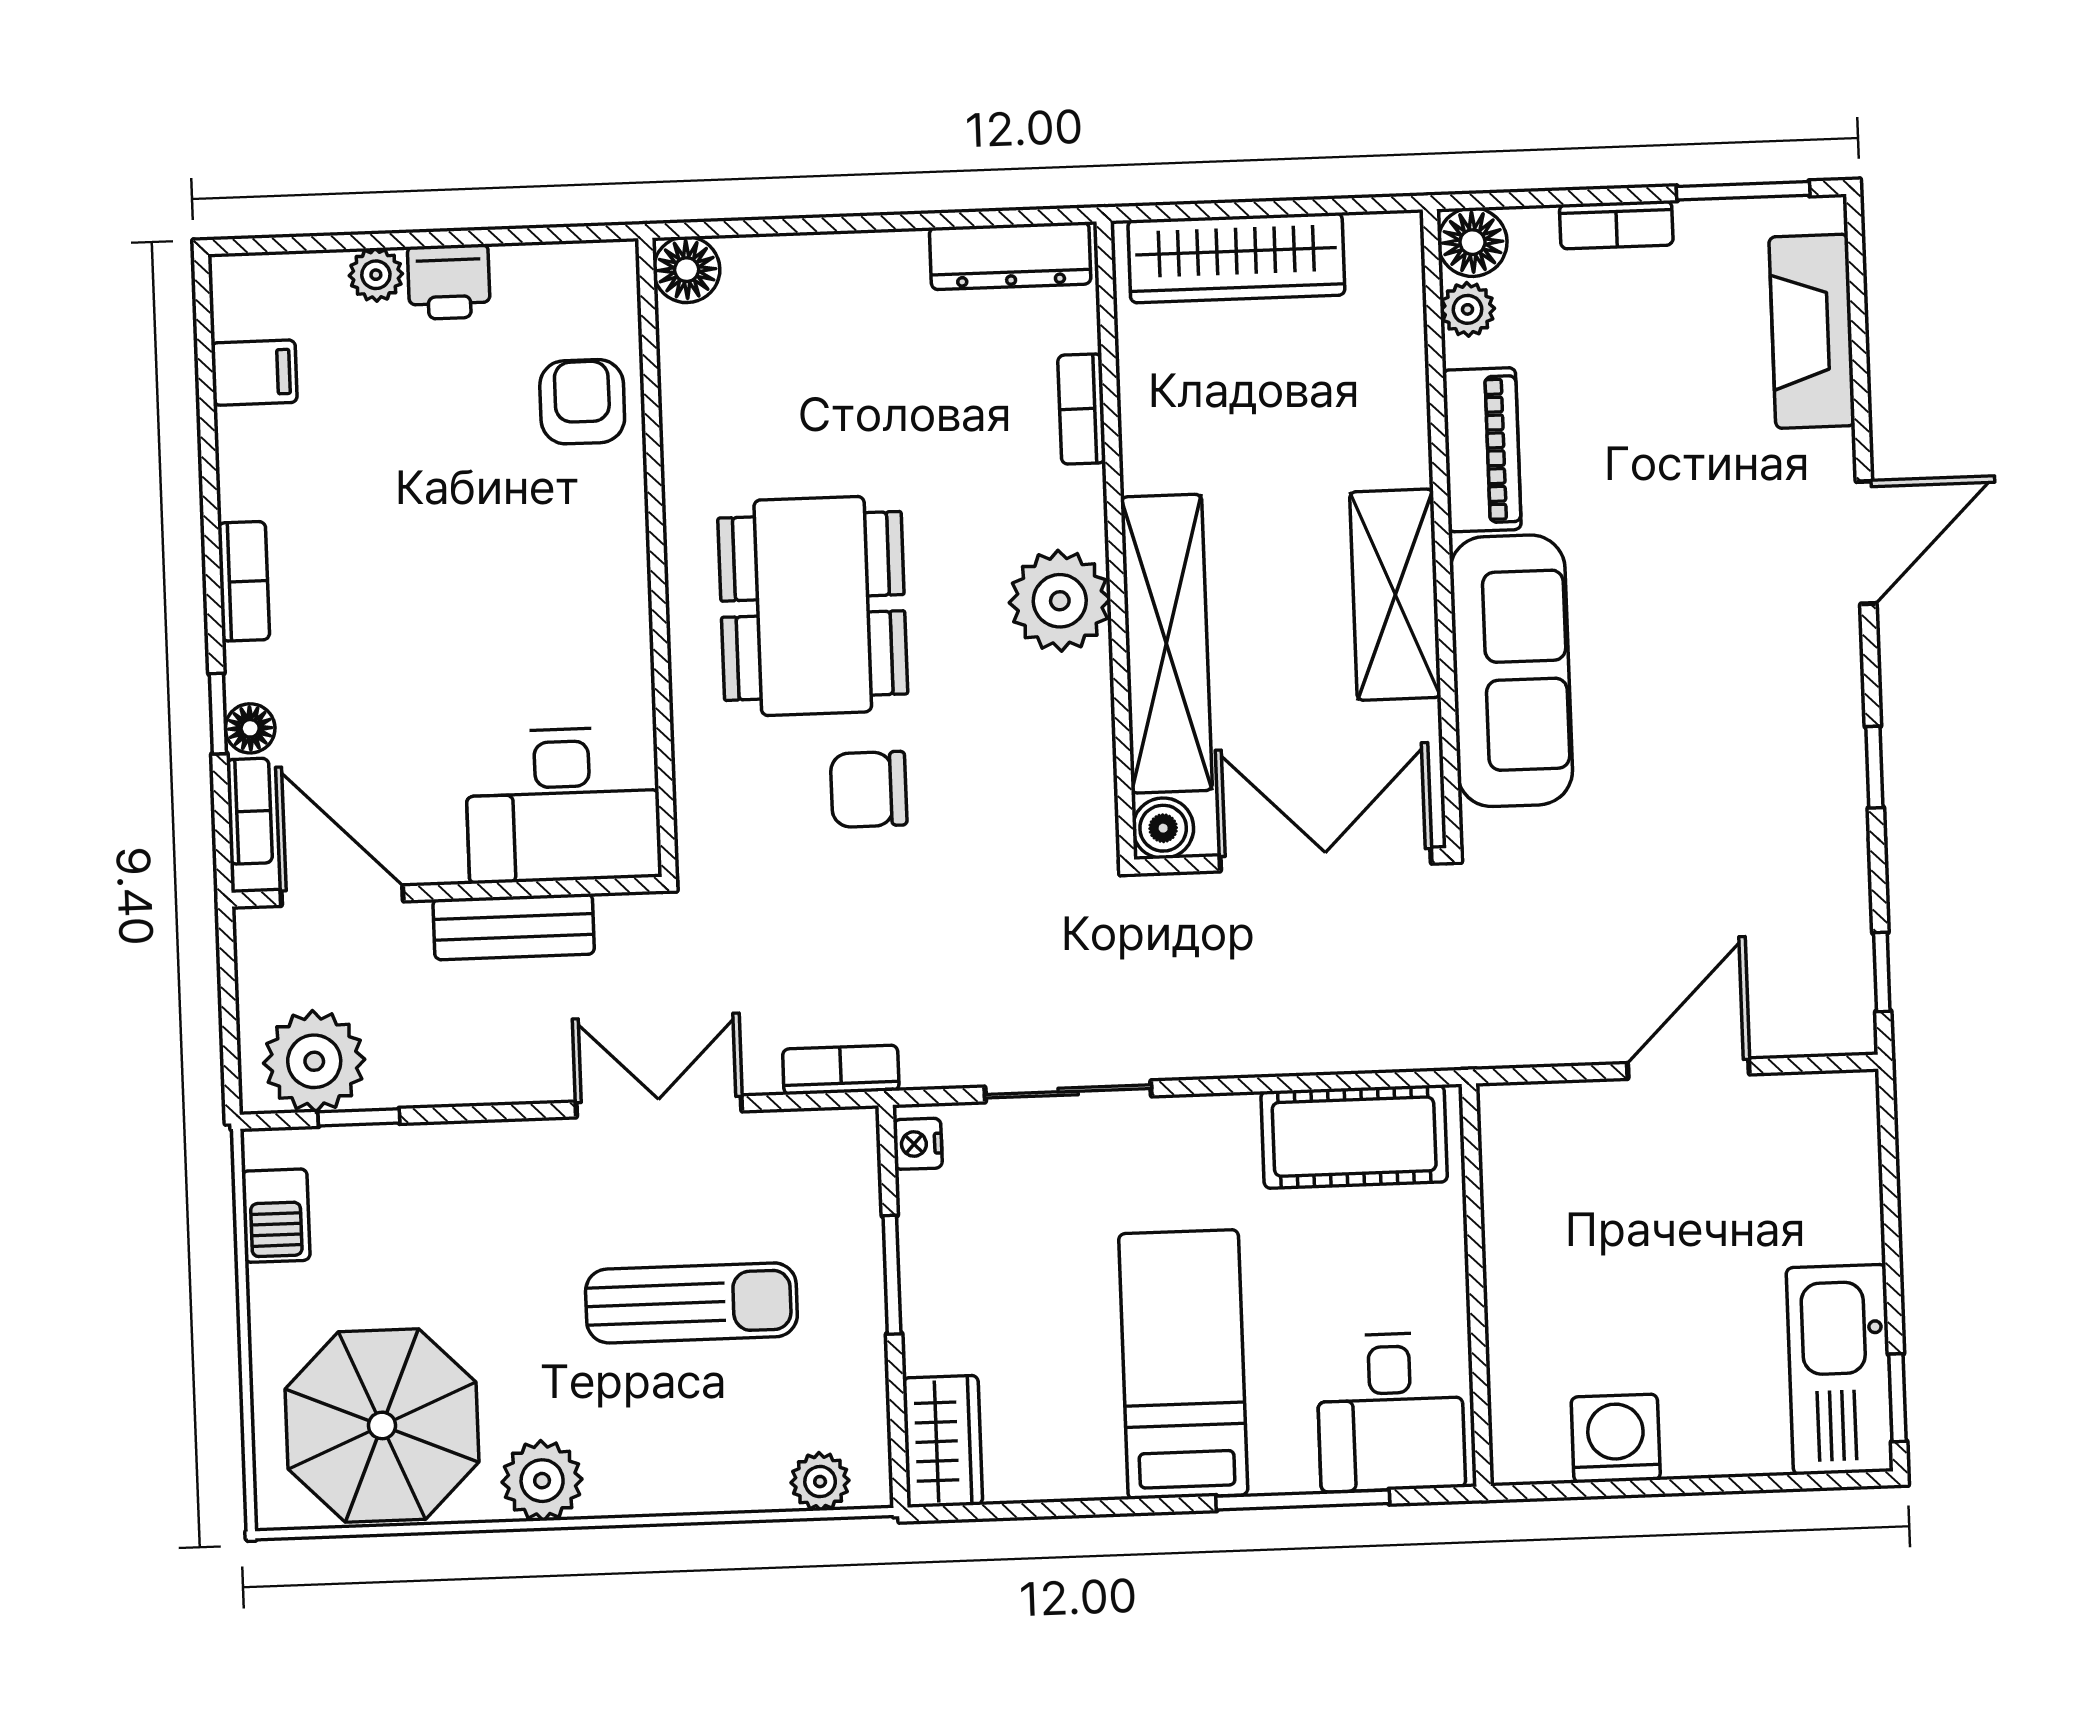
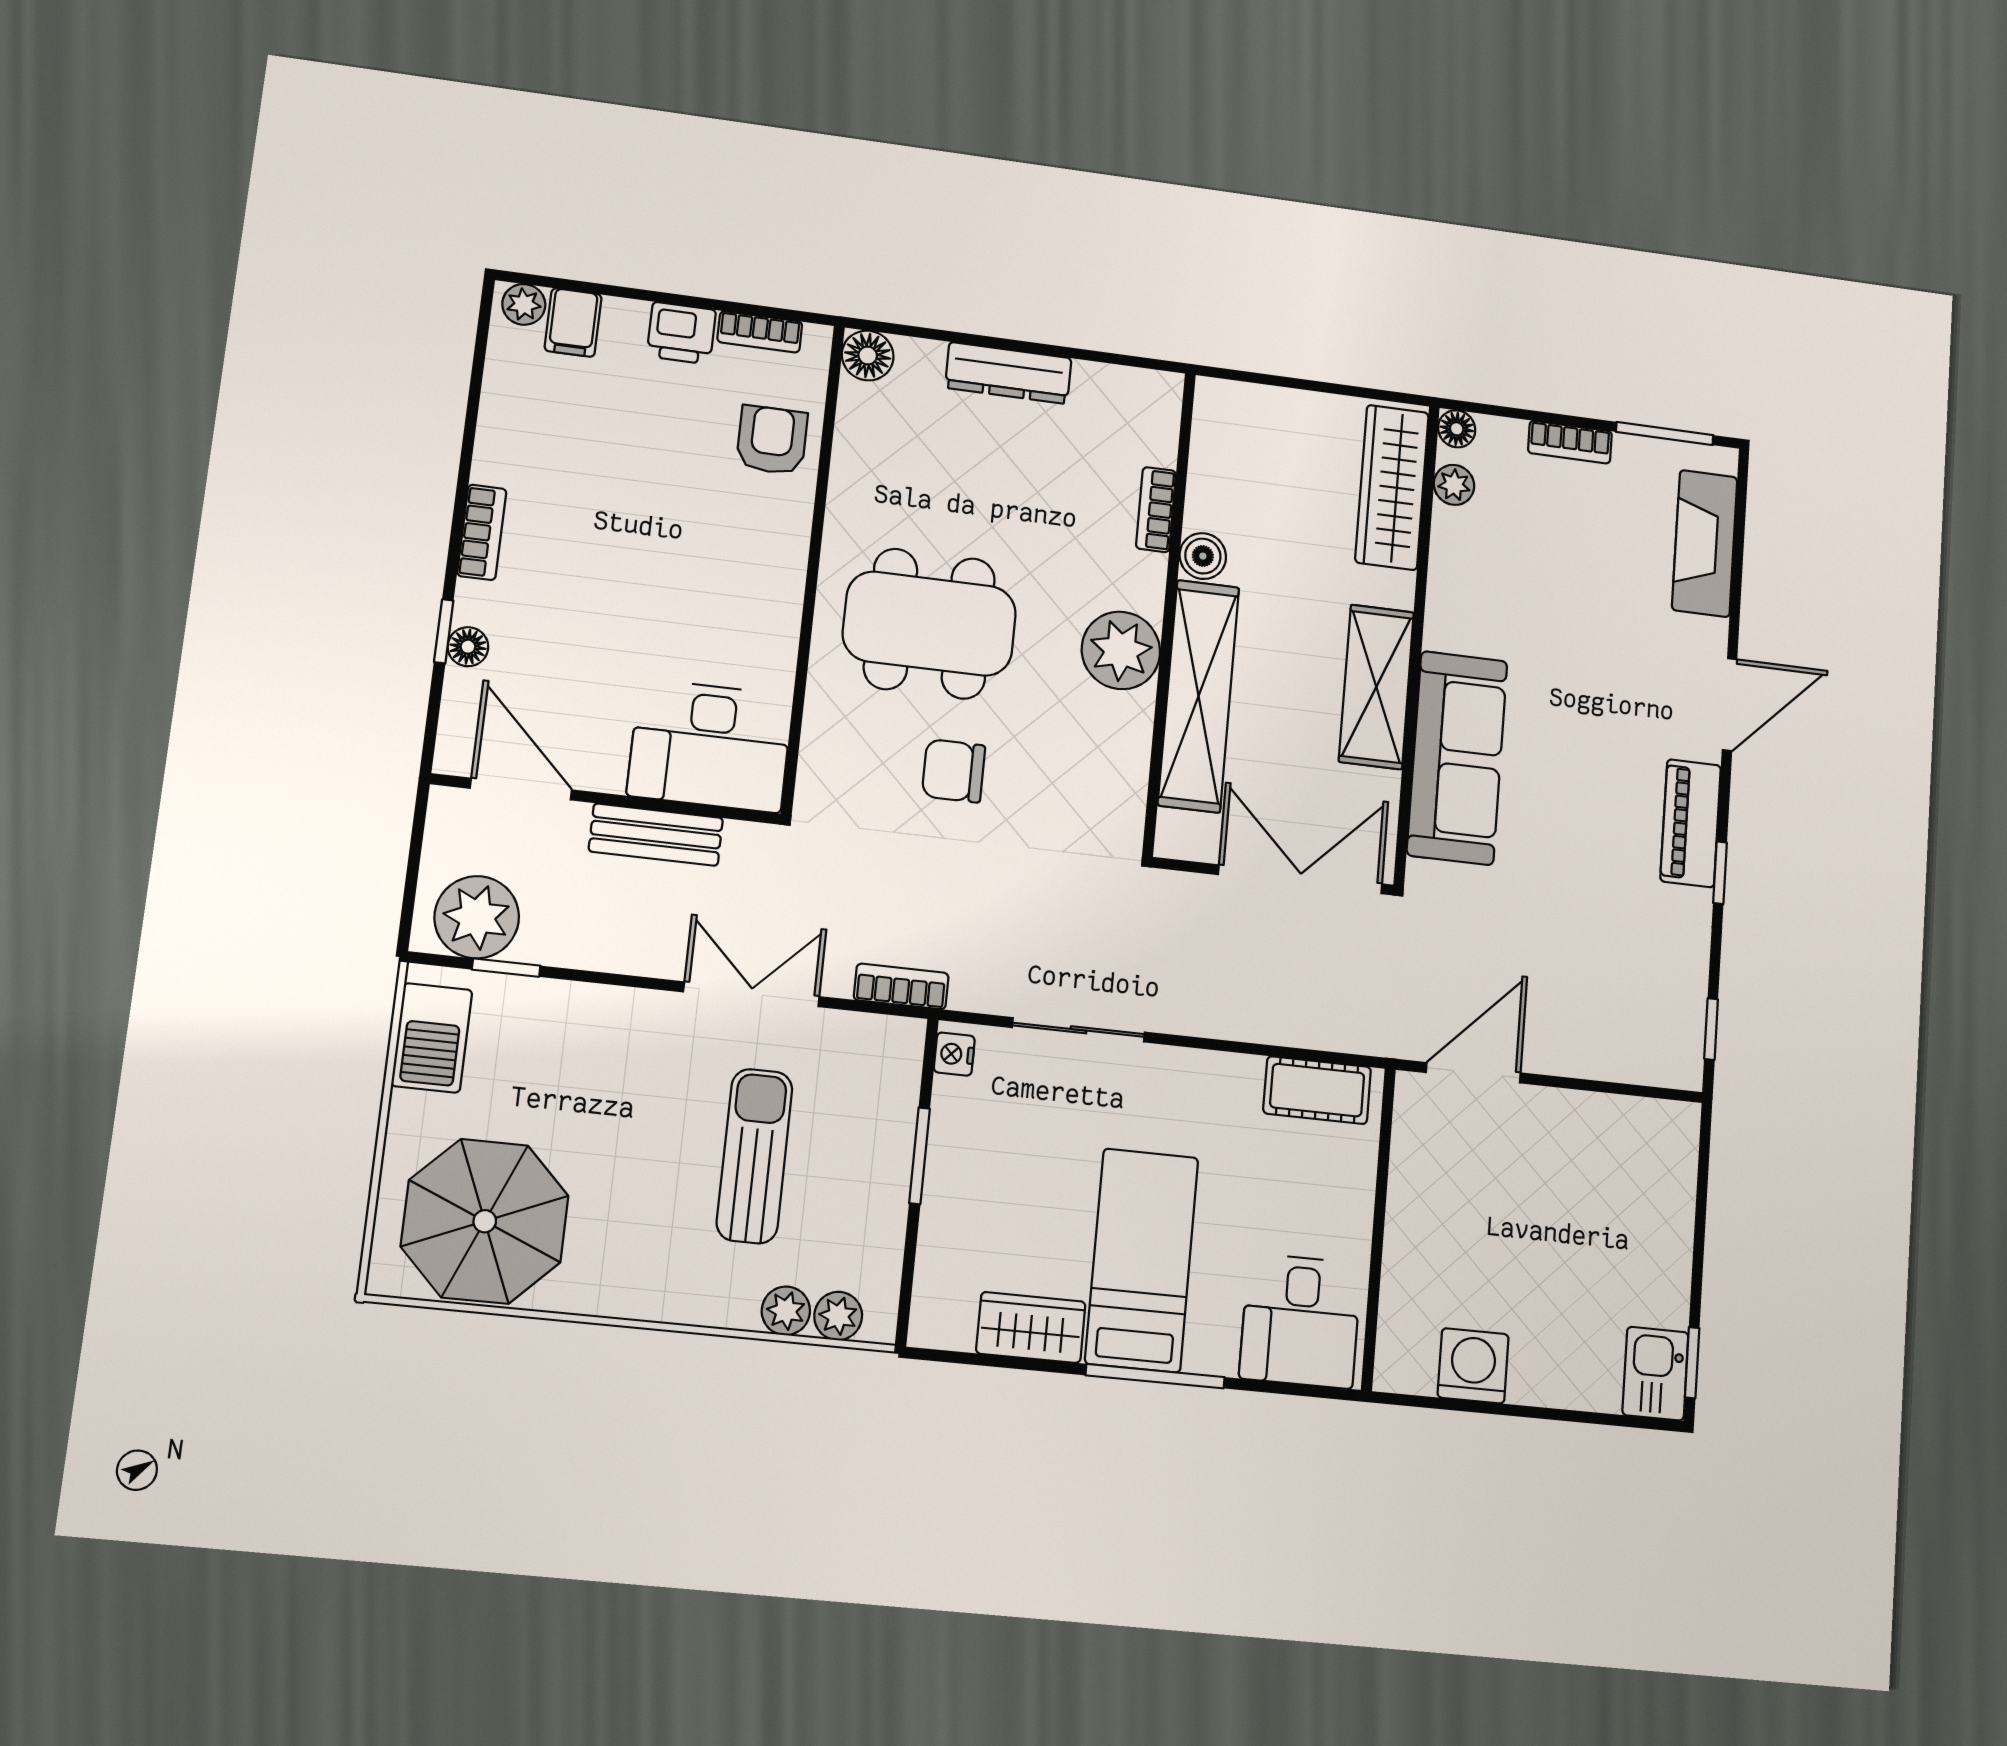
floor lamp: (1472, 242) -> (1457, 429), width x0.73, depth x0.73
dresser: (1010, 256) -> (1008, 373), moved
wardrobe: (1236, 258) -> (1392, 487), moved, turned 90
plant: (376, 275) -> (524, 304), moved
filing cabinet: (254, 373) -> (573, 323), moved, turned 90
piano: (1482, 450) -> (1691, 823), moved, turned 180
dining table: (813, 606) -> (929, 624), turned 90
bookcase: (249, 811) -> (760, 332), moved, turned 90
boiler: (1163, 828) -> (1203, 556), moved
door: (1688, 1069) -> (1473, 1073), moved
cot: (1354, 1137) -> (1317, 1090), width x0.73, depth x0.75
barbecue: (276, 1216) -> (432, 1038), width x1.38, depth x1.27
sun lounger: (691, 1303) -> (755, 1156), turned -90
kitchen sink: (1840, 1370) -> (1655, 1374), width x0.53, depth x0.81
wardrobe: (943, 1441) -> (1031, 1327), moved, turned -90
plant: (542, 1481) -> (786, 1311), moved, width x0.73, depth x0.73
window: (1303, 1500) -> (1155, 1376), moved

